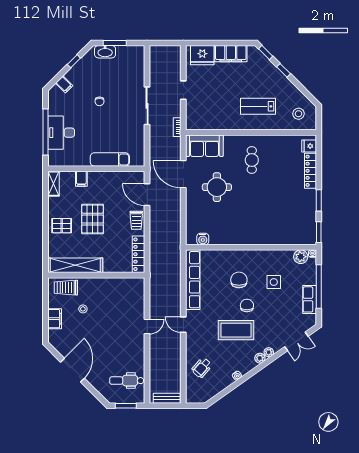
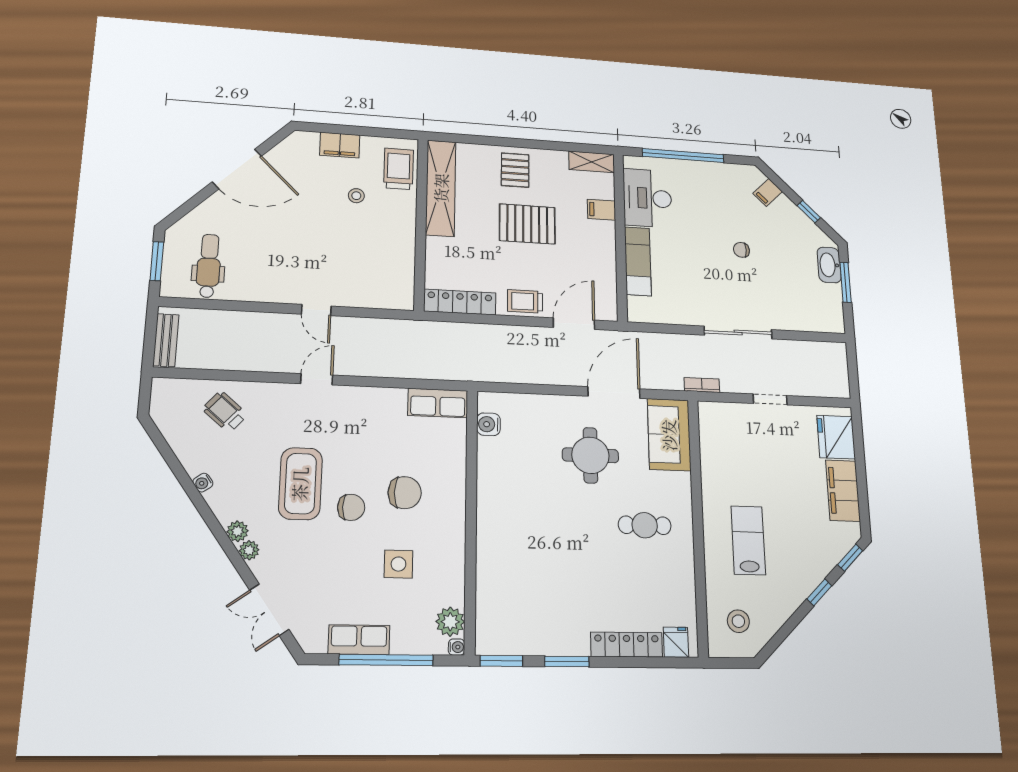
desk: (61, 133) -> (647, 198), moved, turned -90
row of seats: (193, 280) -> (438, 403), width x0.50

